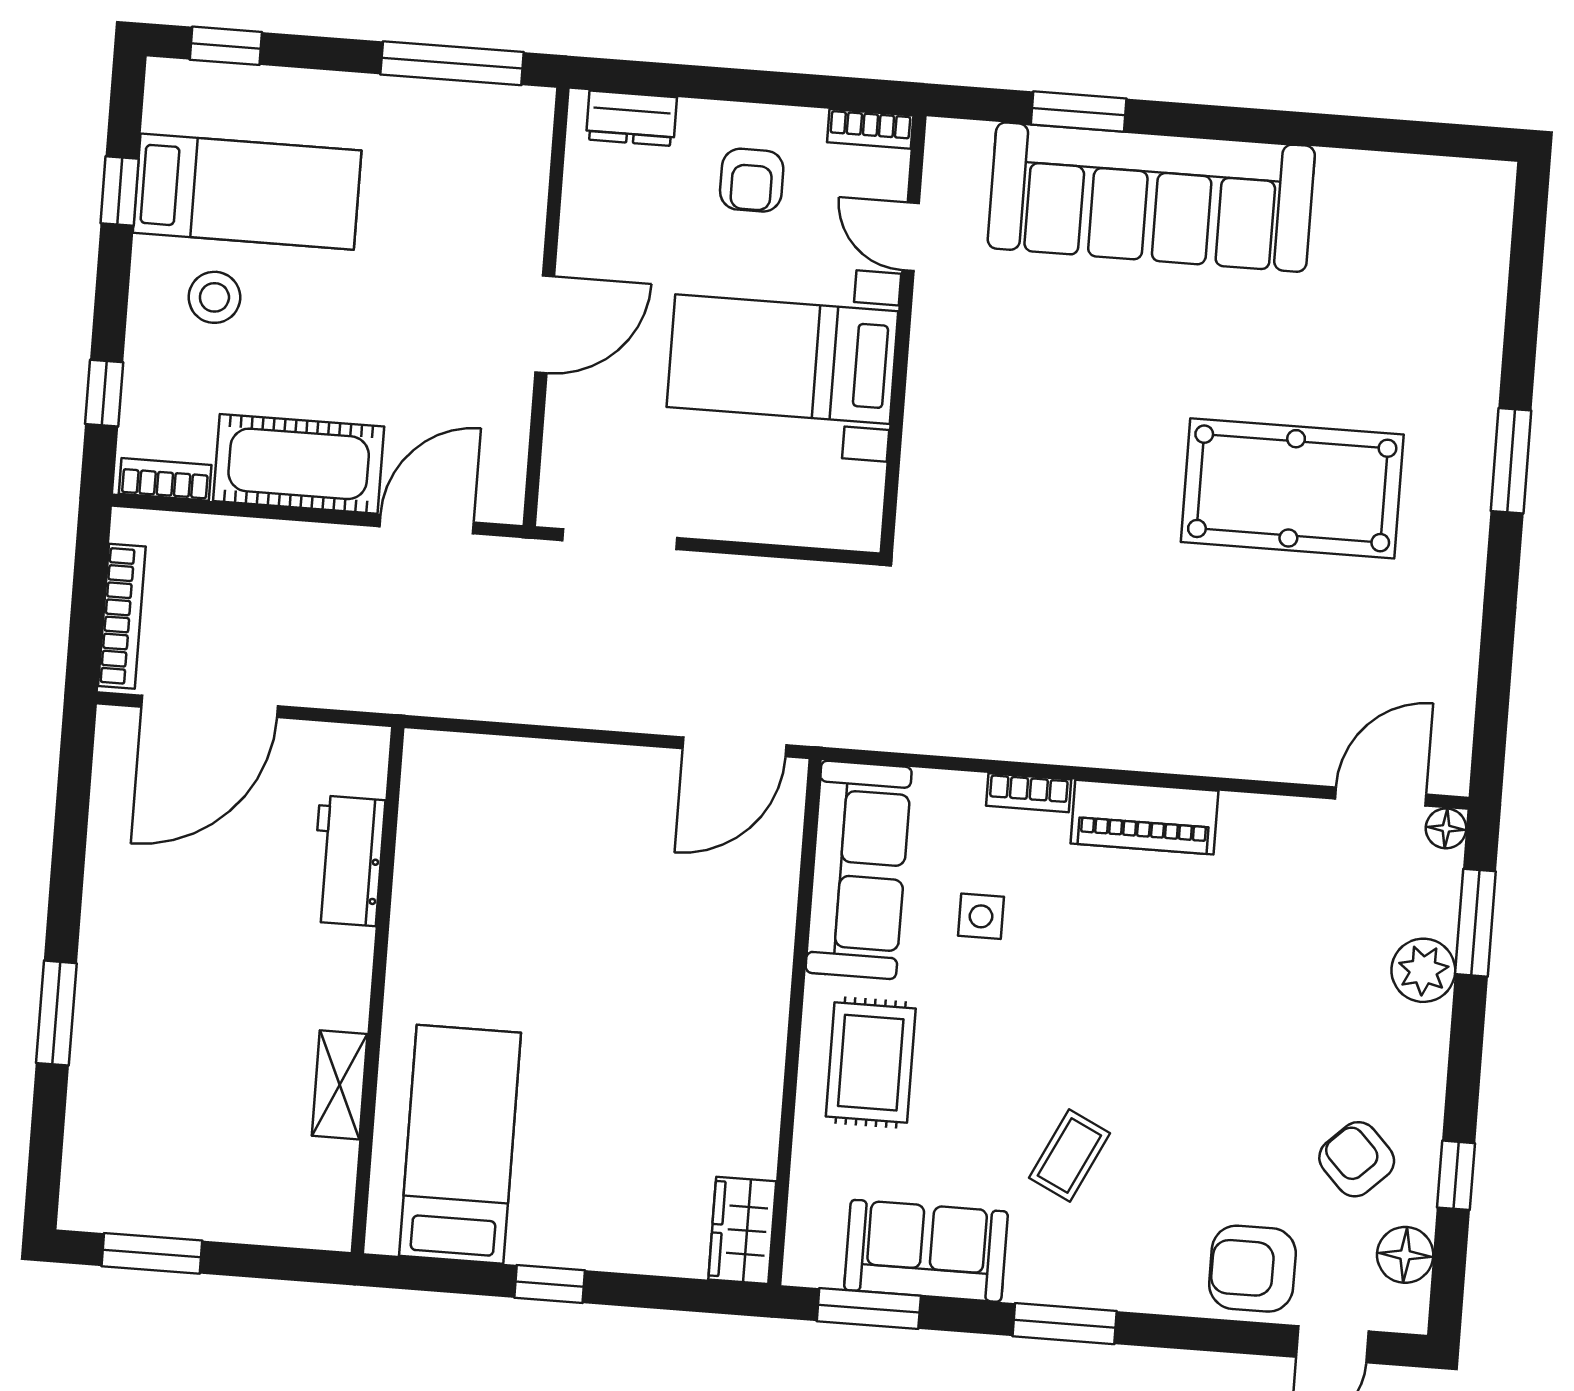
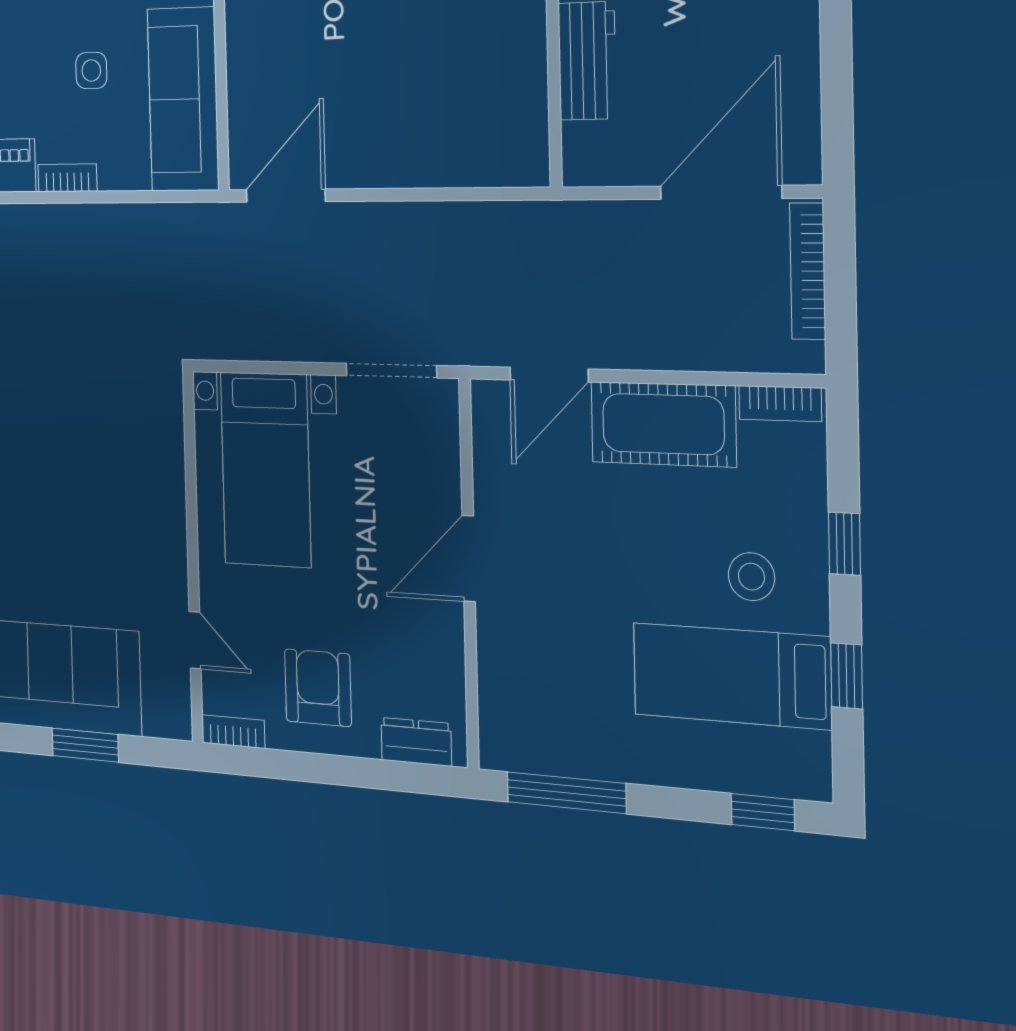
armchair: (752, 180) -> (318, 688), width x1.38, depth x1.38
bed with nightstands: (782, 359) -> (266, 469), moved, turned 90
window: (104, 393) -> (844, 544), moved

